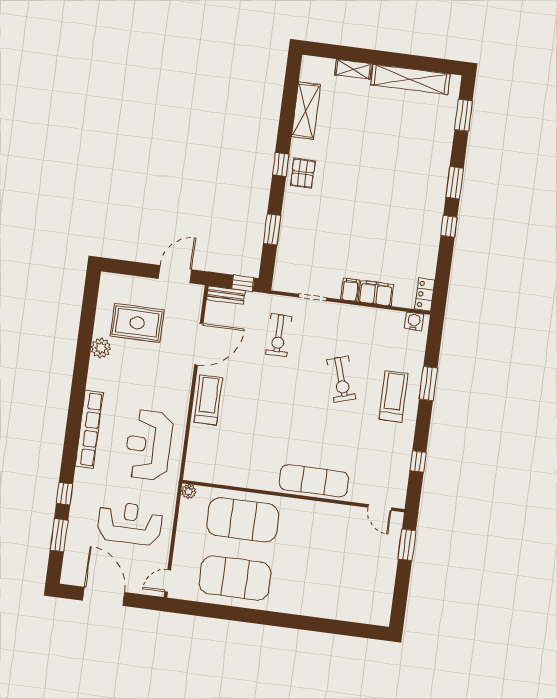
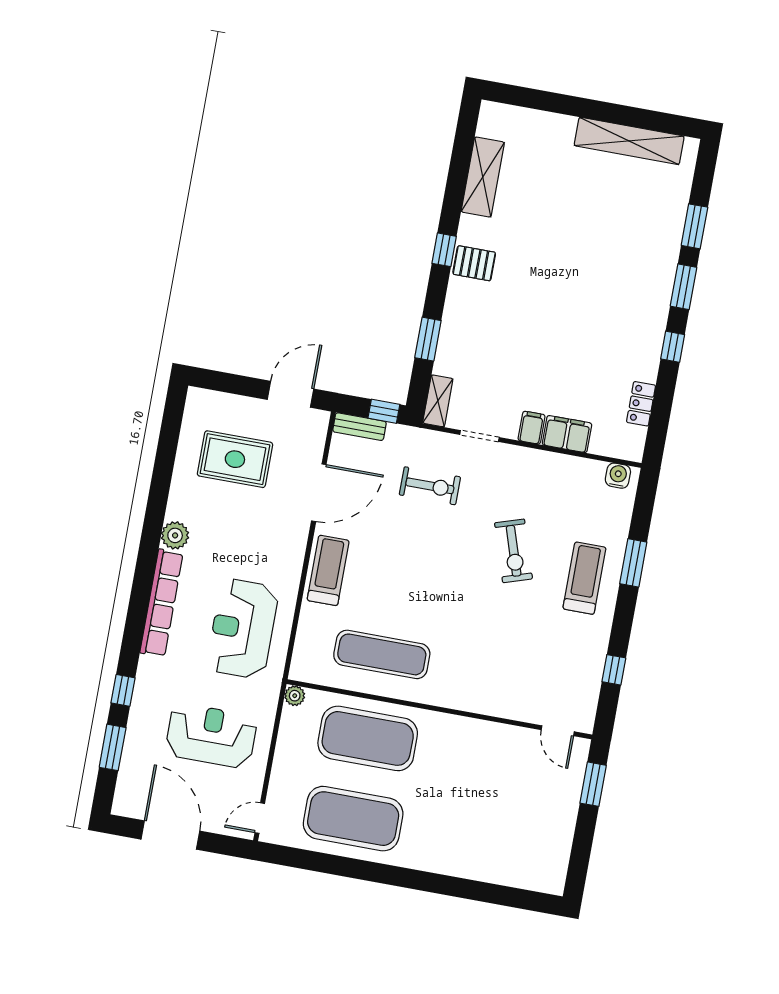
shelving: (353, 69) -> (438, 401), moved, turned 90
window: (464, 115) -> (694, 226), moved
pallet: (303, 173) -> (474, 263), turned 90
locker: (425, 294) -> (641, 404), moved
exercise bike: (279, 335) -> (430, 486), turned -90
plant: (101, 348) -> (175, 535), moved
exercise mat: (314, 481) -> (382, 654), moved

